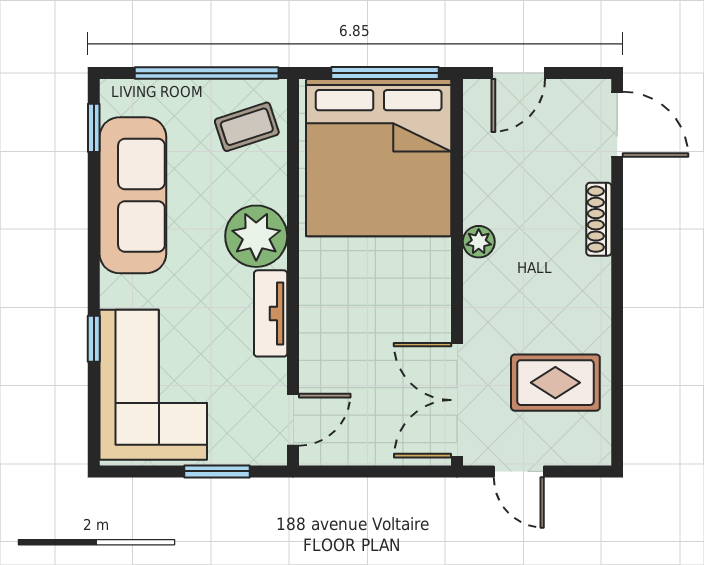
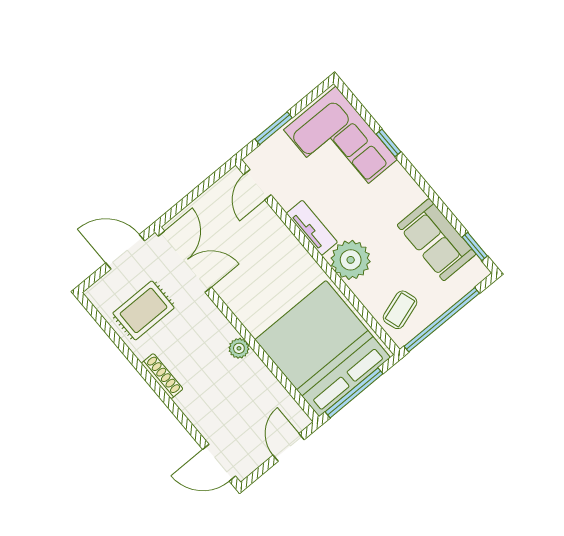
sofa: (133, 195) -> (437, 240), width x0.73
shoe rack: (599, 219) -> (162, 376), moved
door: (519, 471) -> (125, 252), width x1.38

